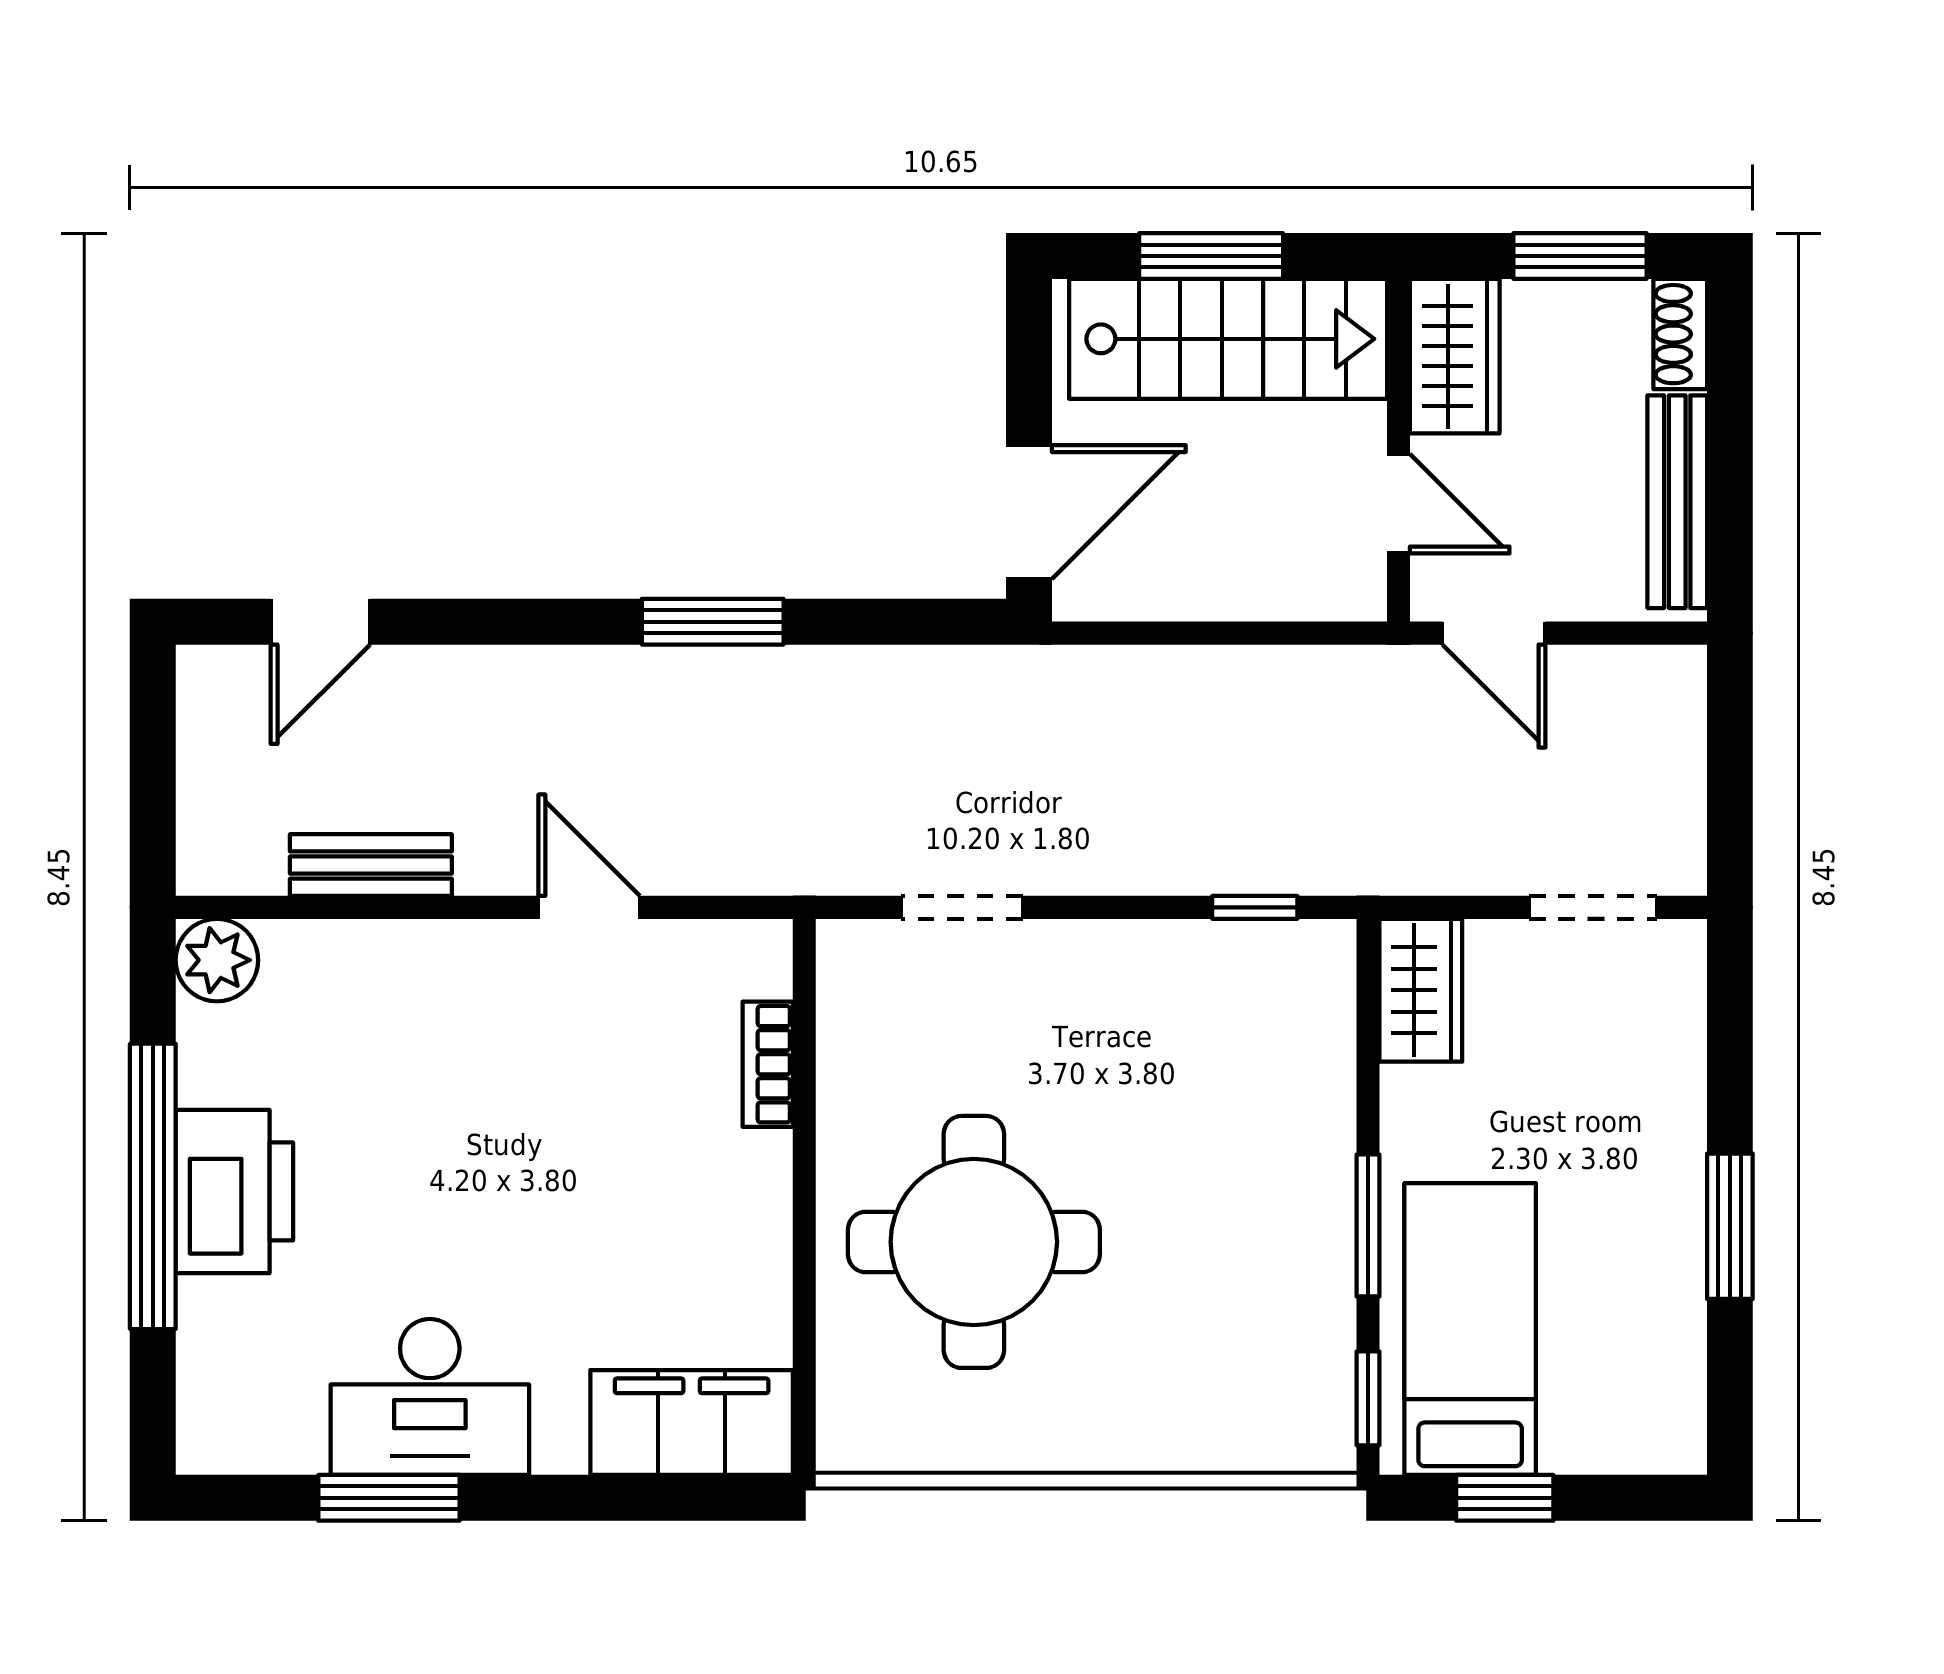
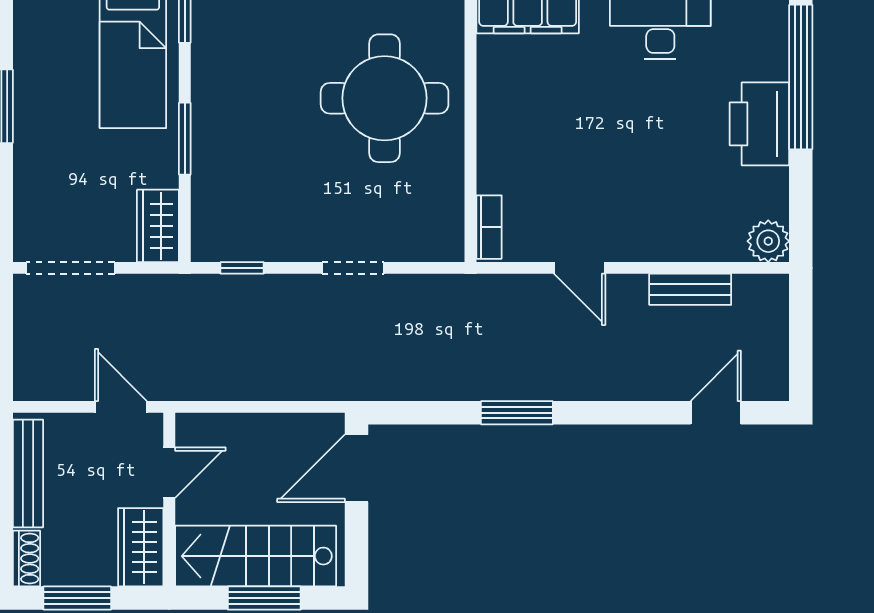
door: (1398, 504) -> (169, 473), swing flipped
doorway: (962, 907) -> (353, 268), moved
doorway: (1593, 907) -> (71, 268), width x1.38
bookcase: (768, 1064) -> (489, 227), moved
window: (153, 1186) -> (801, 77), moved
window: (1368, 1225) -> (185, 139), moved

